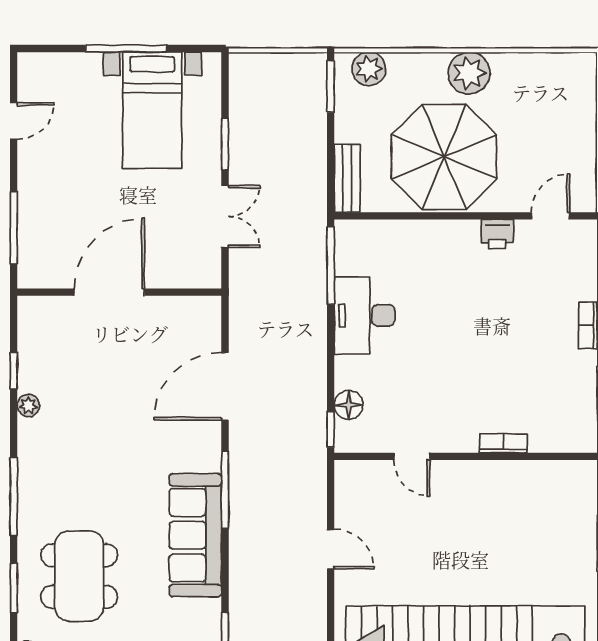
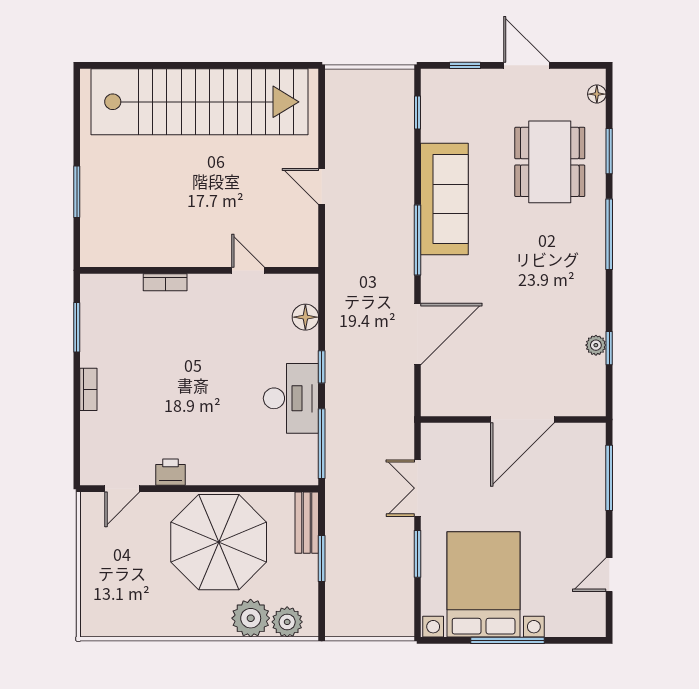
plant: (469, 73) -> (251, 618), moved
window: (331, 87) -> (322, 559), moved
bed with nightstands: (152, 110) -> (484, 584), width x1.36
plant: (28, 405) -> (596, 345), moved
window: (331, 429) -> (322, 367), moved

